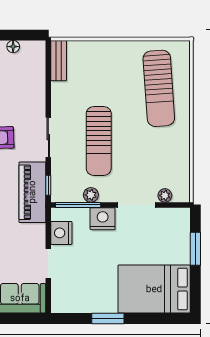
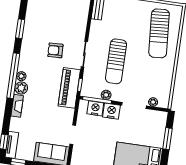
nightstand: (61, 233) -> (95, 108), moved, turned 90

